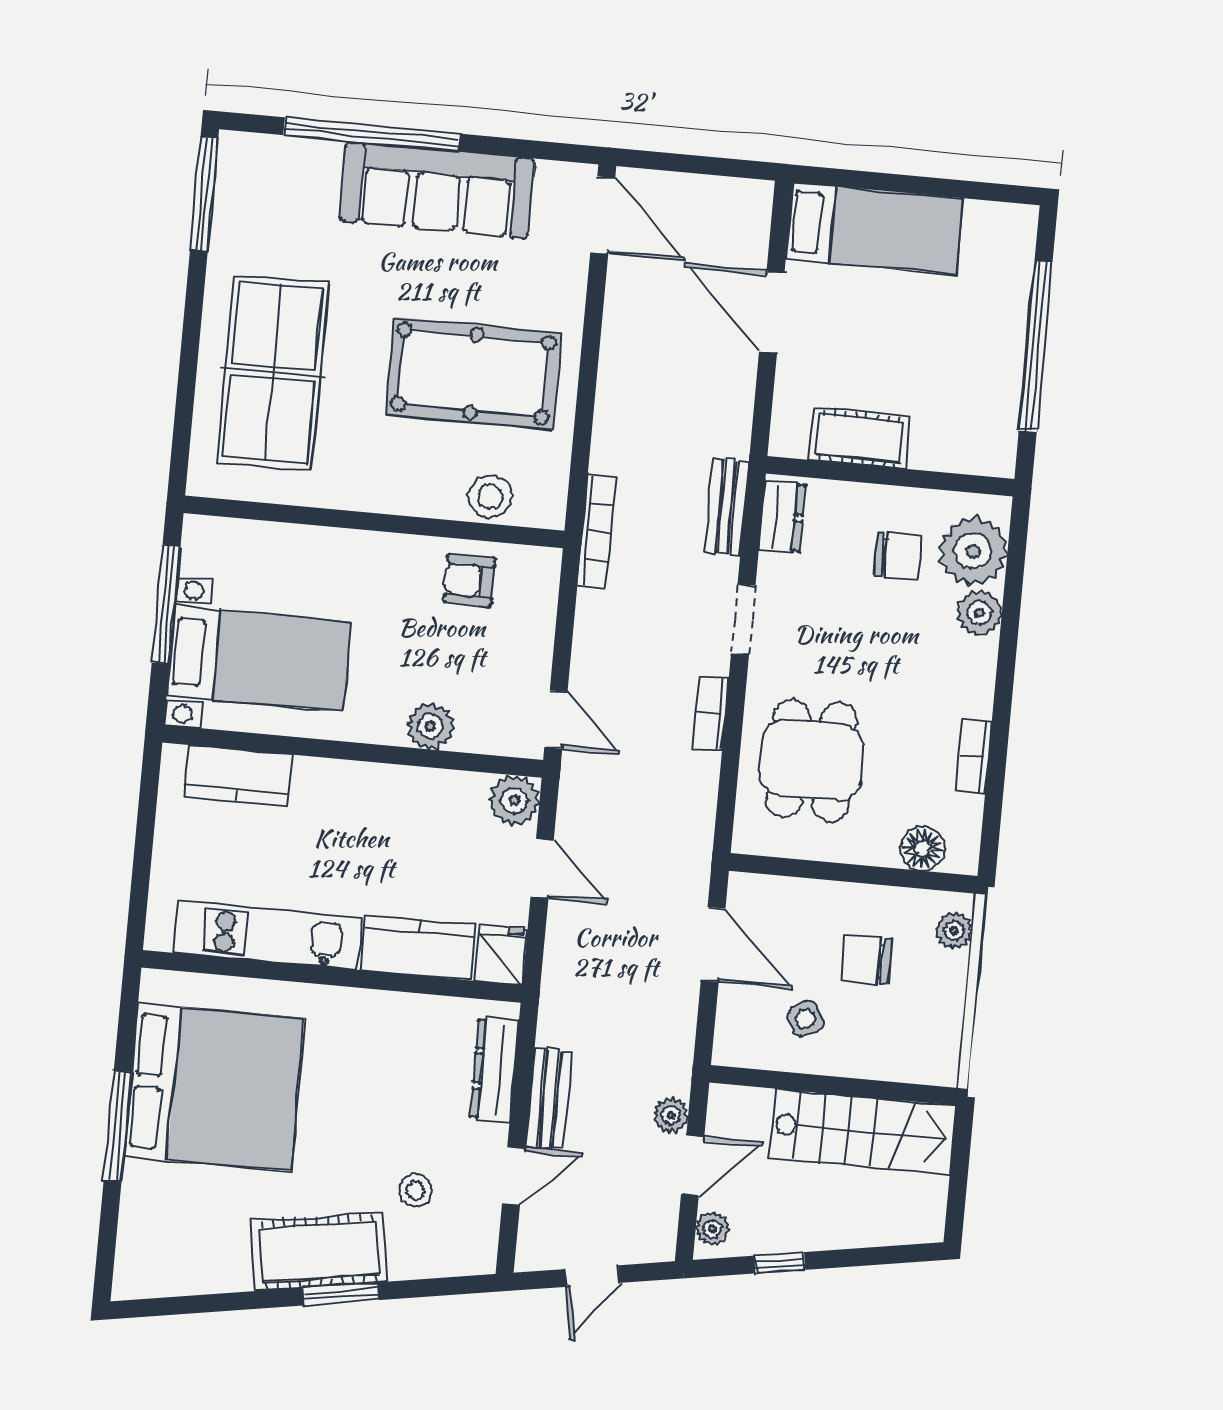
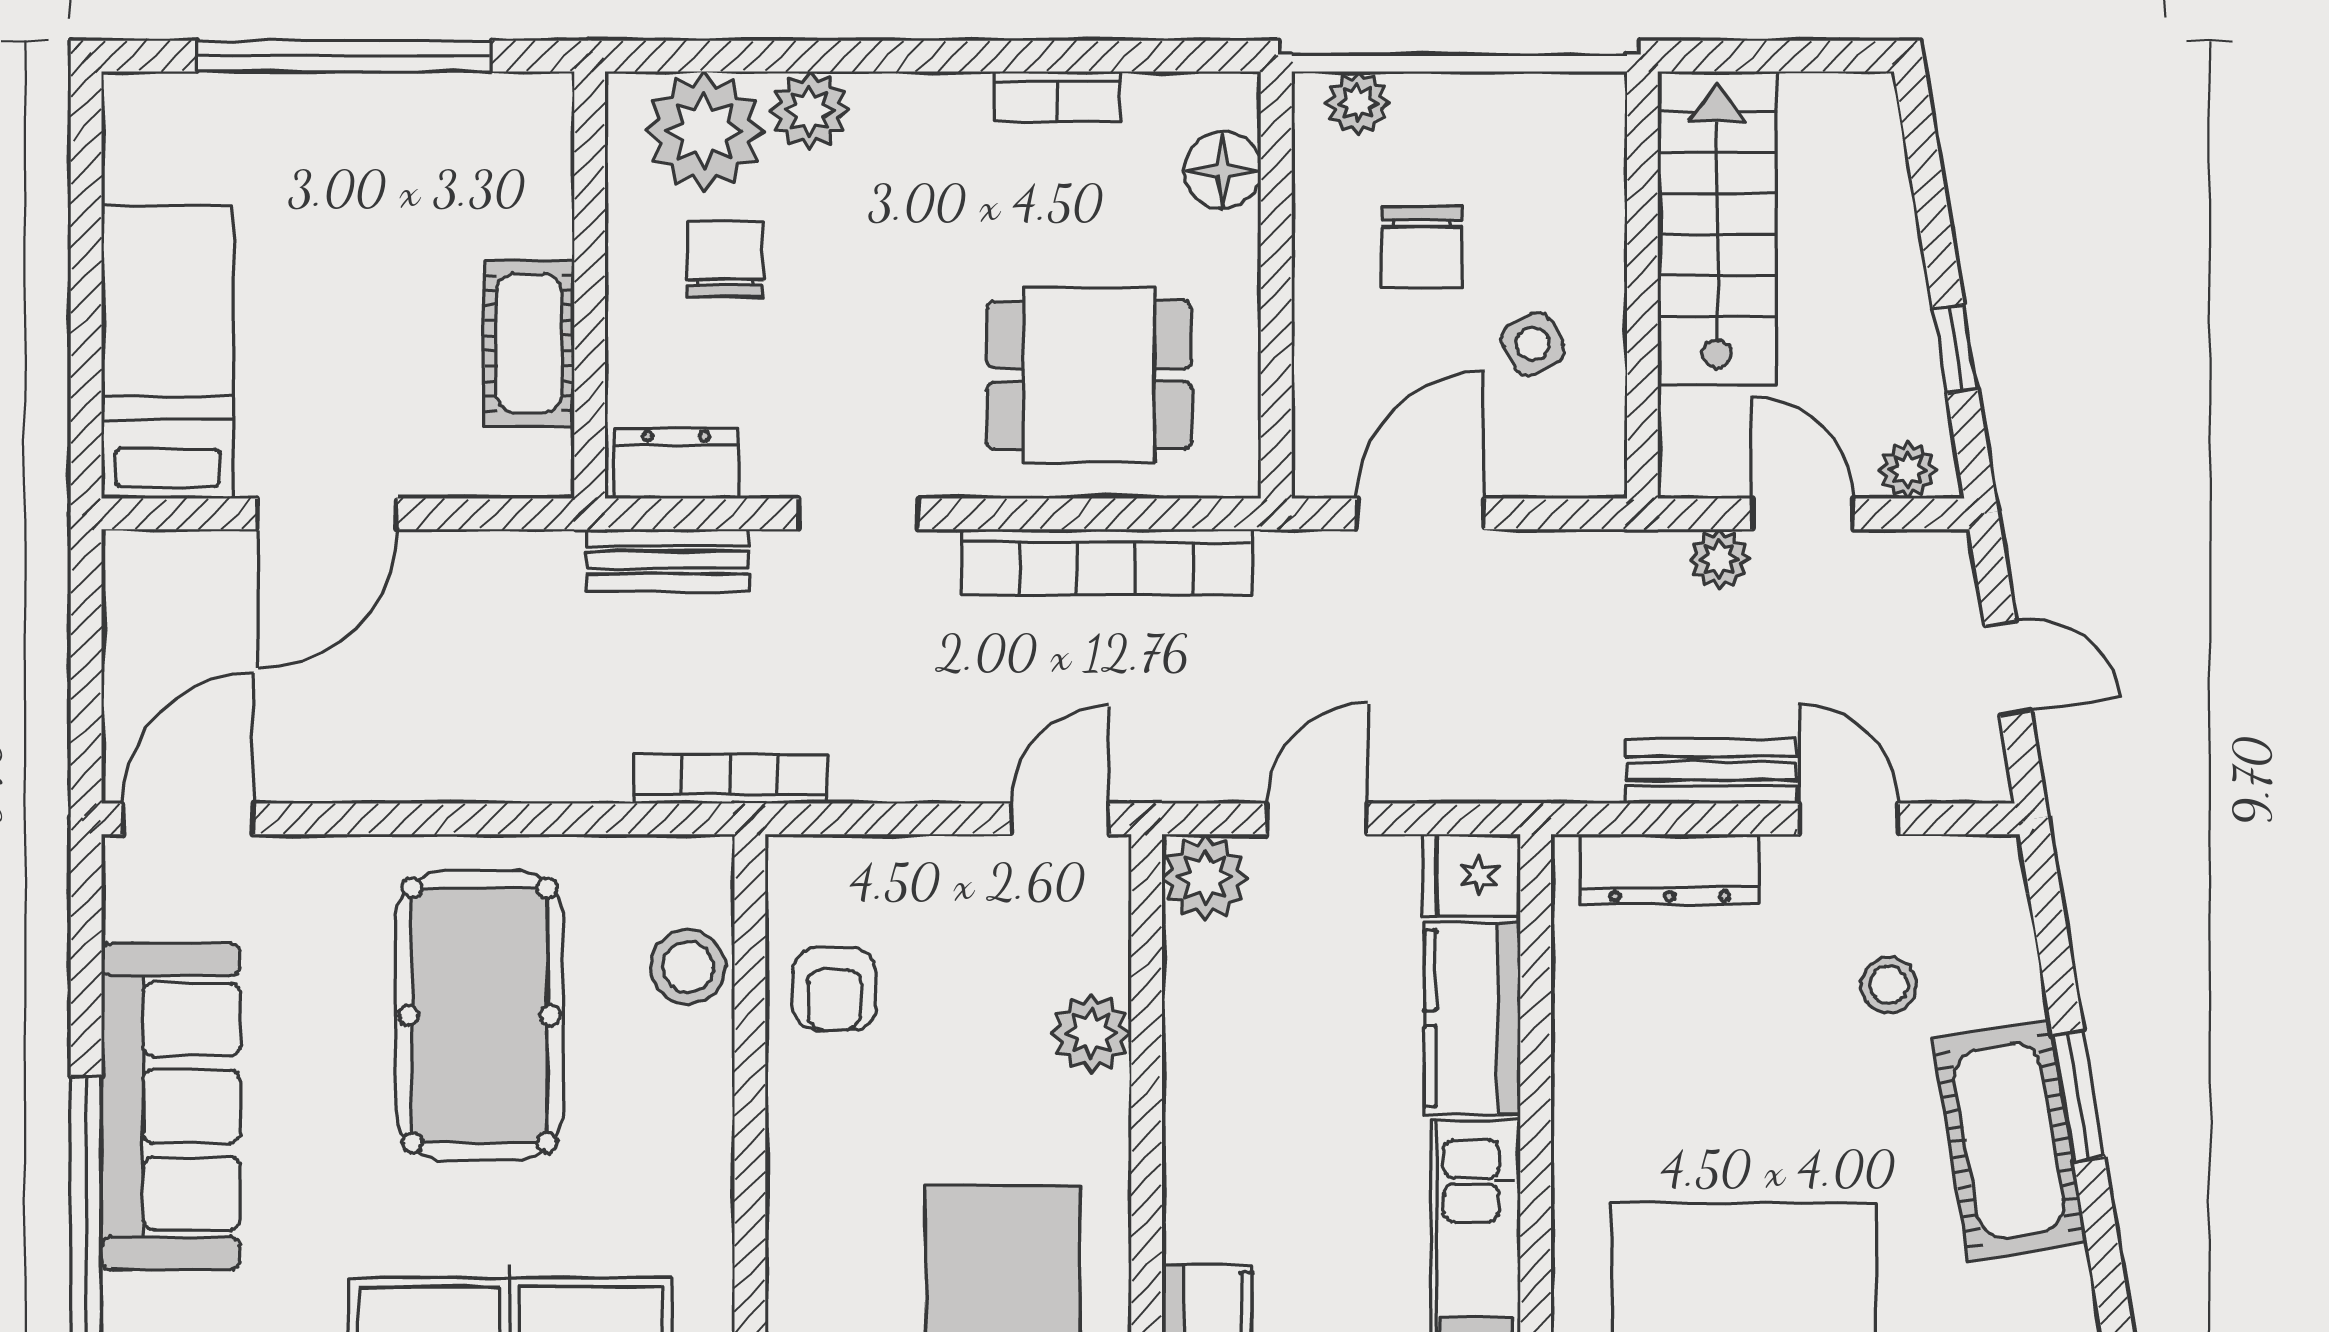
bookcase: (711, 713) -> (1106, 562), width x2.31, depth x1.31

